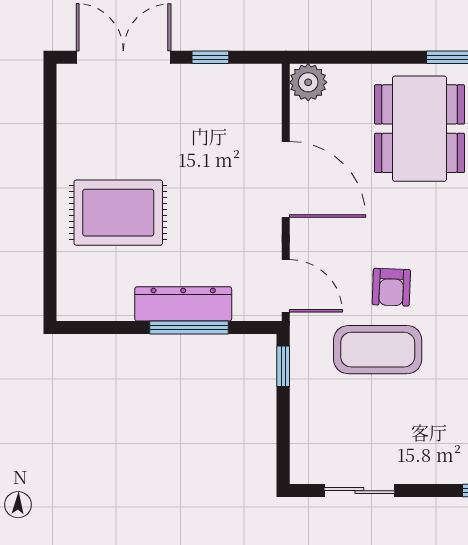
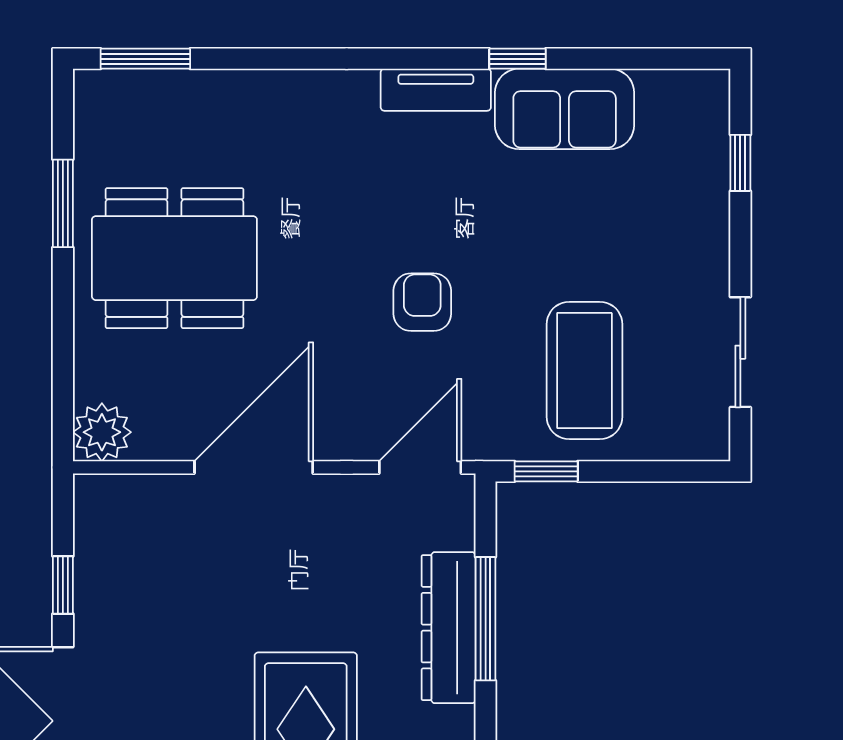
armchair: (391, 287) -> (422, 302), turned -92
coffee table: (378, 350) -> (584, 370), moved

